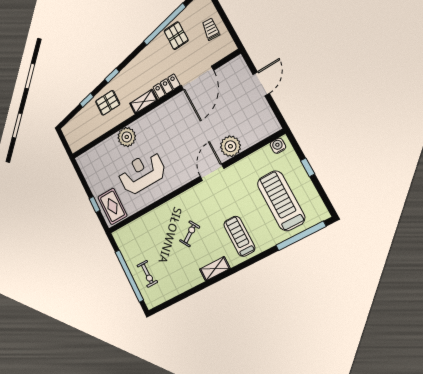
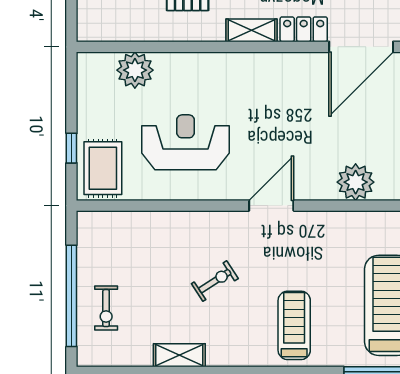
plant: (127, 137) -> (135, 70), moved
door: (212, 172) -> (271, 206), moved
shelving: (215, 269) -> (179, 355), moved

